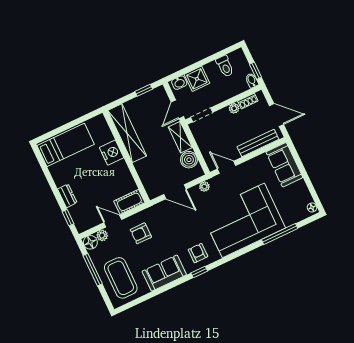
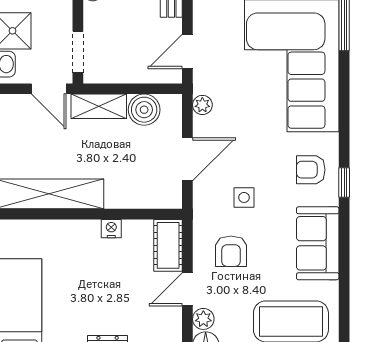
nightstand: (112, 153) -> (111, 229), moved, width x0.53, depth x0.56
side table: (170, 227) -> (244, 197), added

